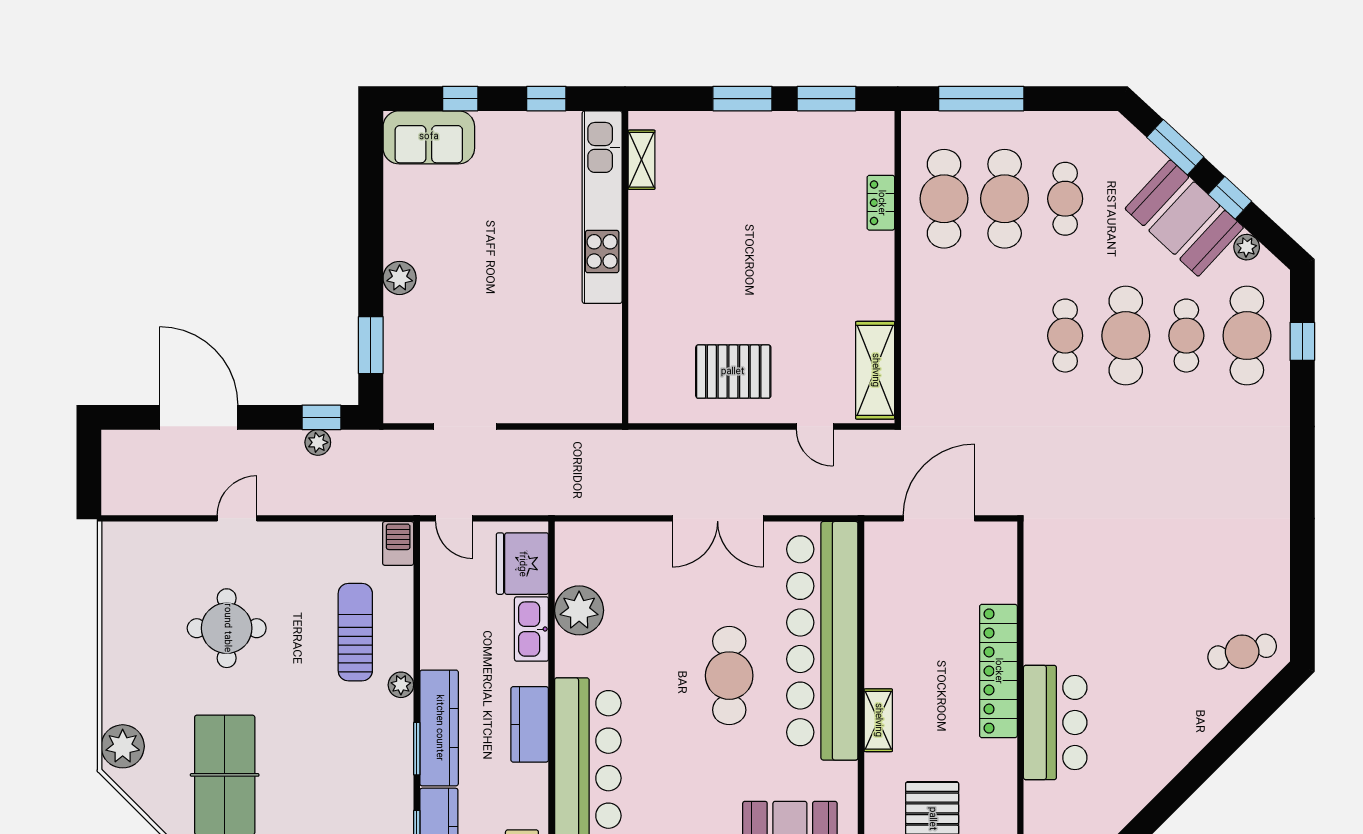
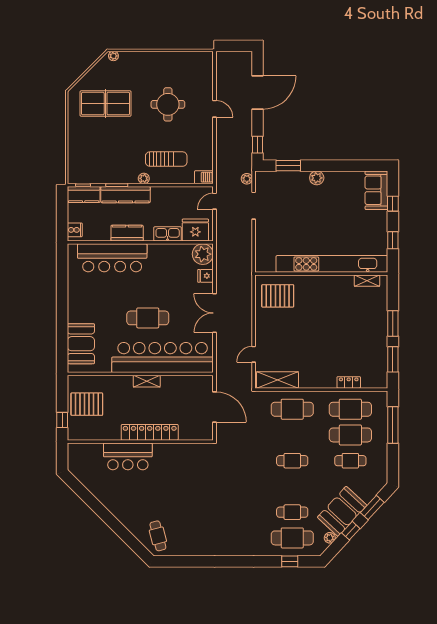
kitchen unit: (602, 207) -> (332, 264), width x1.36
cafe table: (1126, 336) -> (292, 409), moved
pallet: (733, 372) -> (278, 296), moved, turned 90
plant: (318, 442) -> (247, 179), moved
fridge: (630, 540) -> (206, 276), added
plant: (579, 610) -> (203, 254), moved
shelving: (878, 720) -> (147, 381), moved
plant: (123, 746) -> (113, 56), width x0.53, depth x0.53

